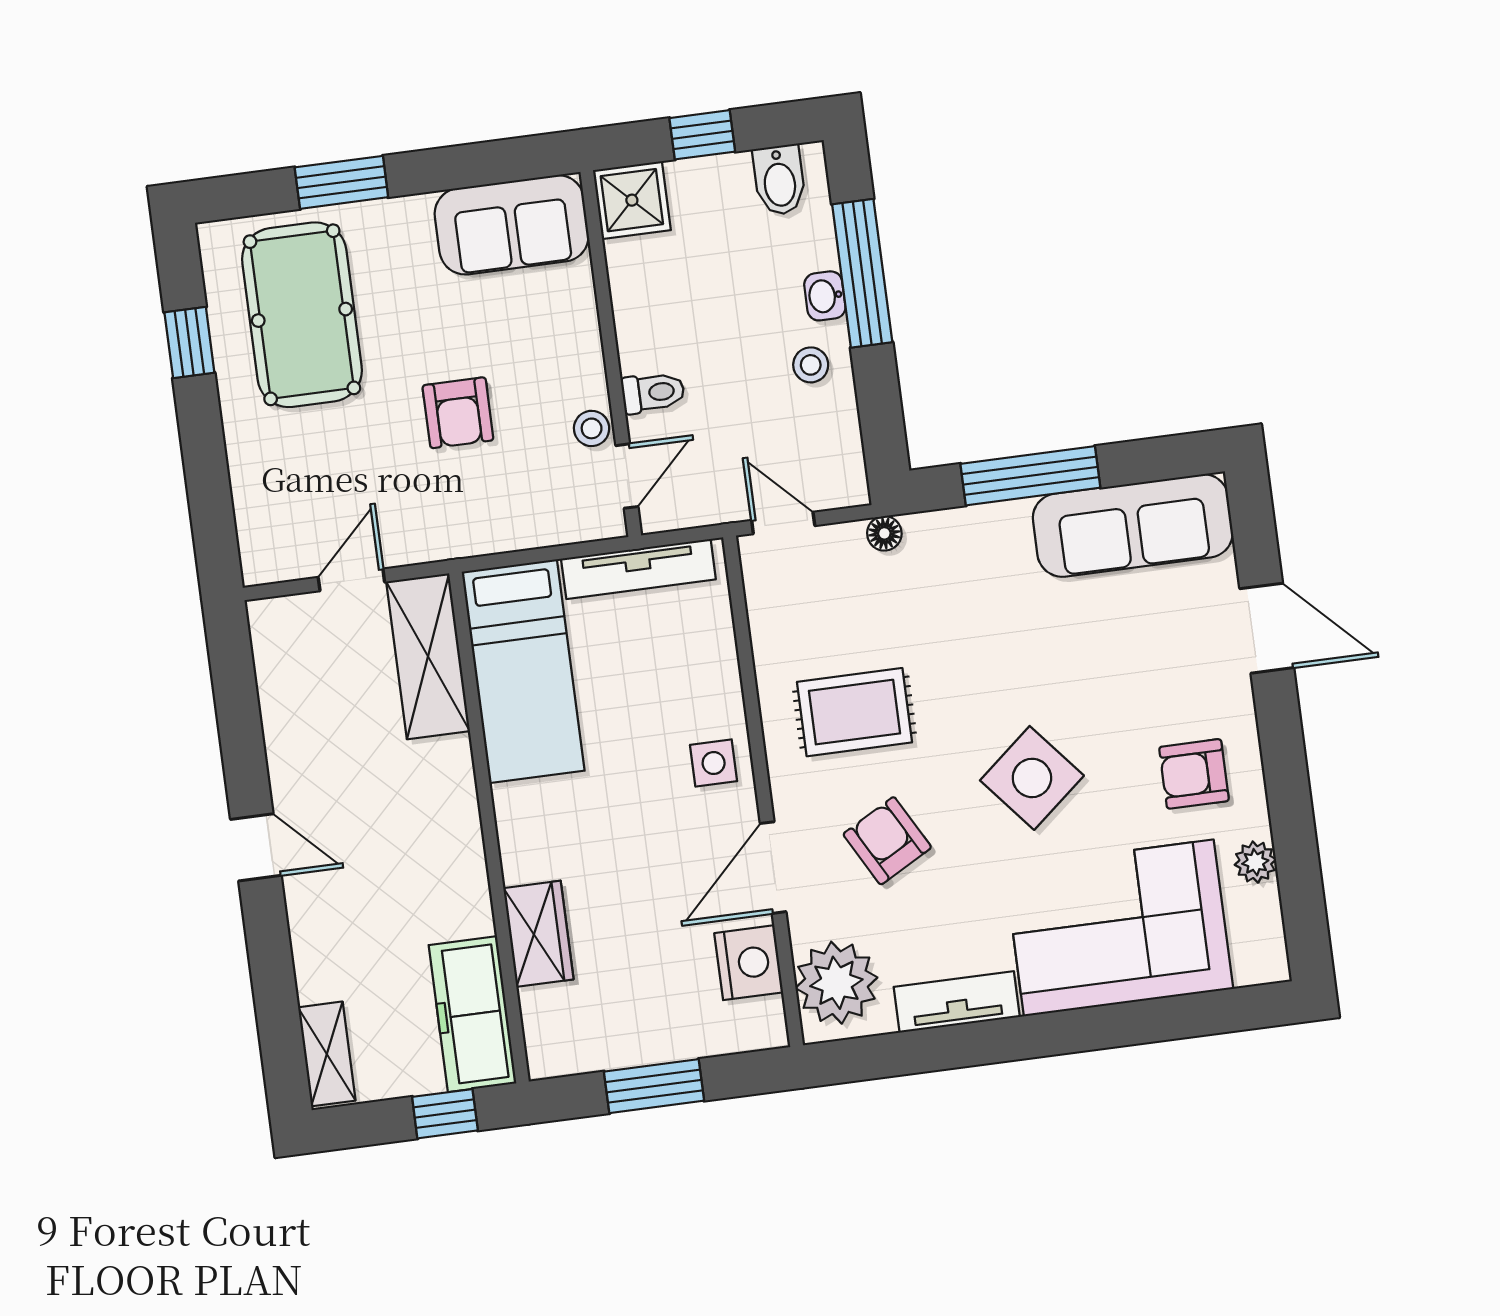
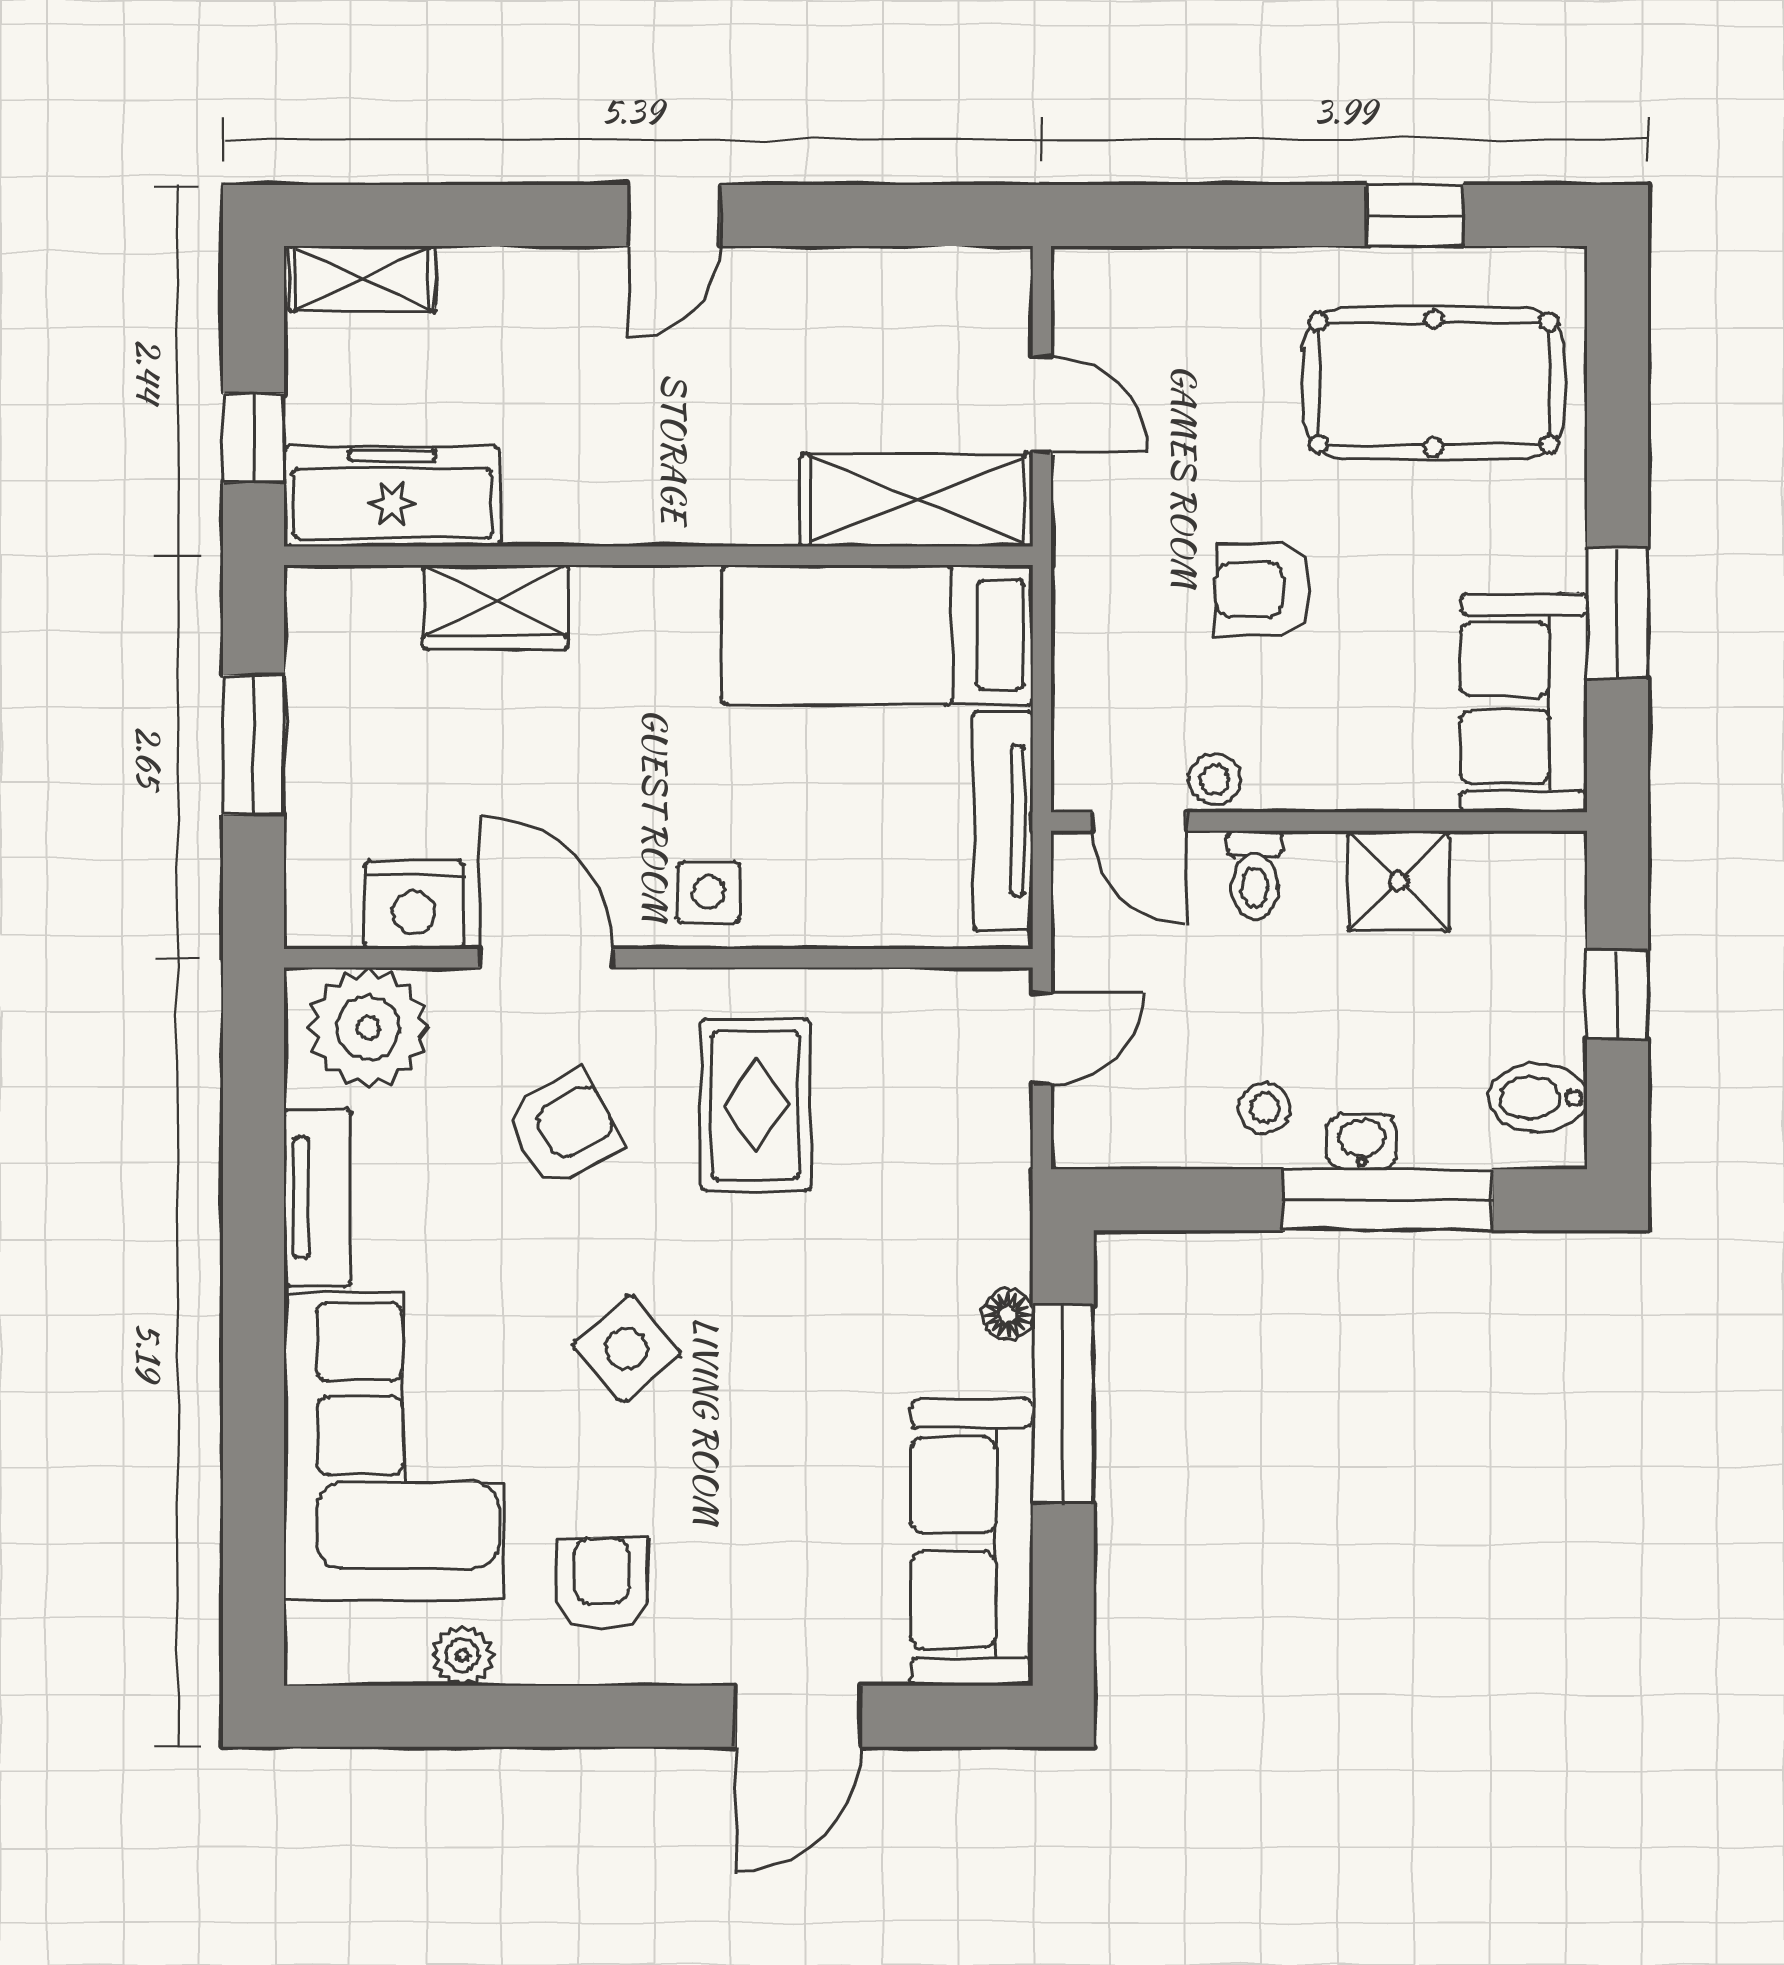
window: (341, 182) -> (1618, 613), moved
shower: (632, 200) -> (1399, 881), moved
floor lamp: (884, 533) -> (1008, 1314), moved
side table: (1032, 778) -> (627, 1349), width x0.73, depth x0.73

